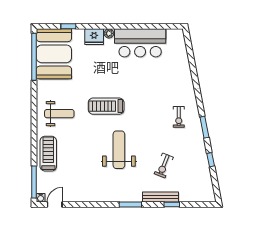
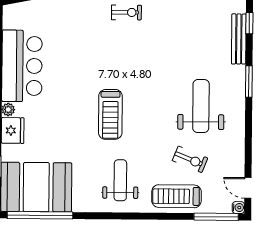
weight bench: (119, 150) -> (201, 106), moved, turned 90
exercise bike: (164, 166) -> (190, 159), moved

